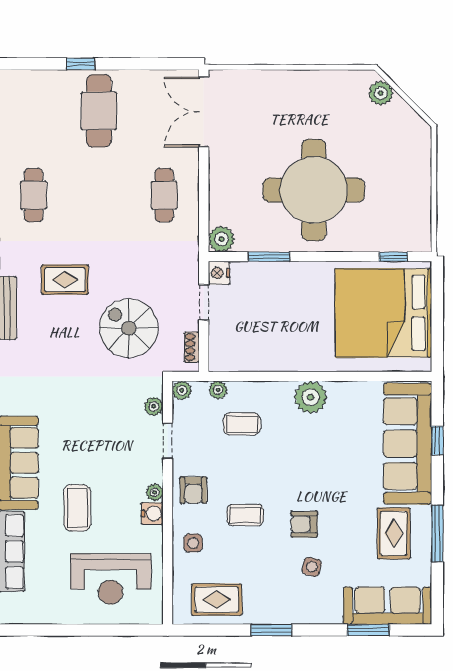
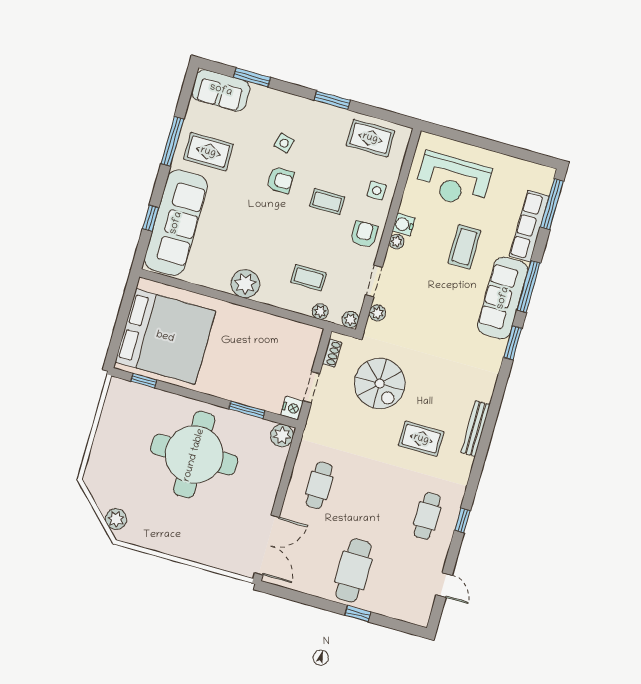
rug: (394, 533) -> (208, 152), turned 90
reception desk: (111, 579) -> (453, 180), turned 180
sofa: (387, 606) -> (221, 90), width x0.73

